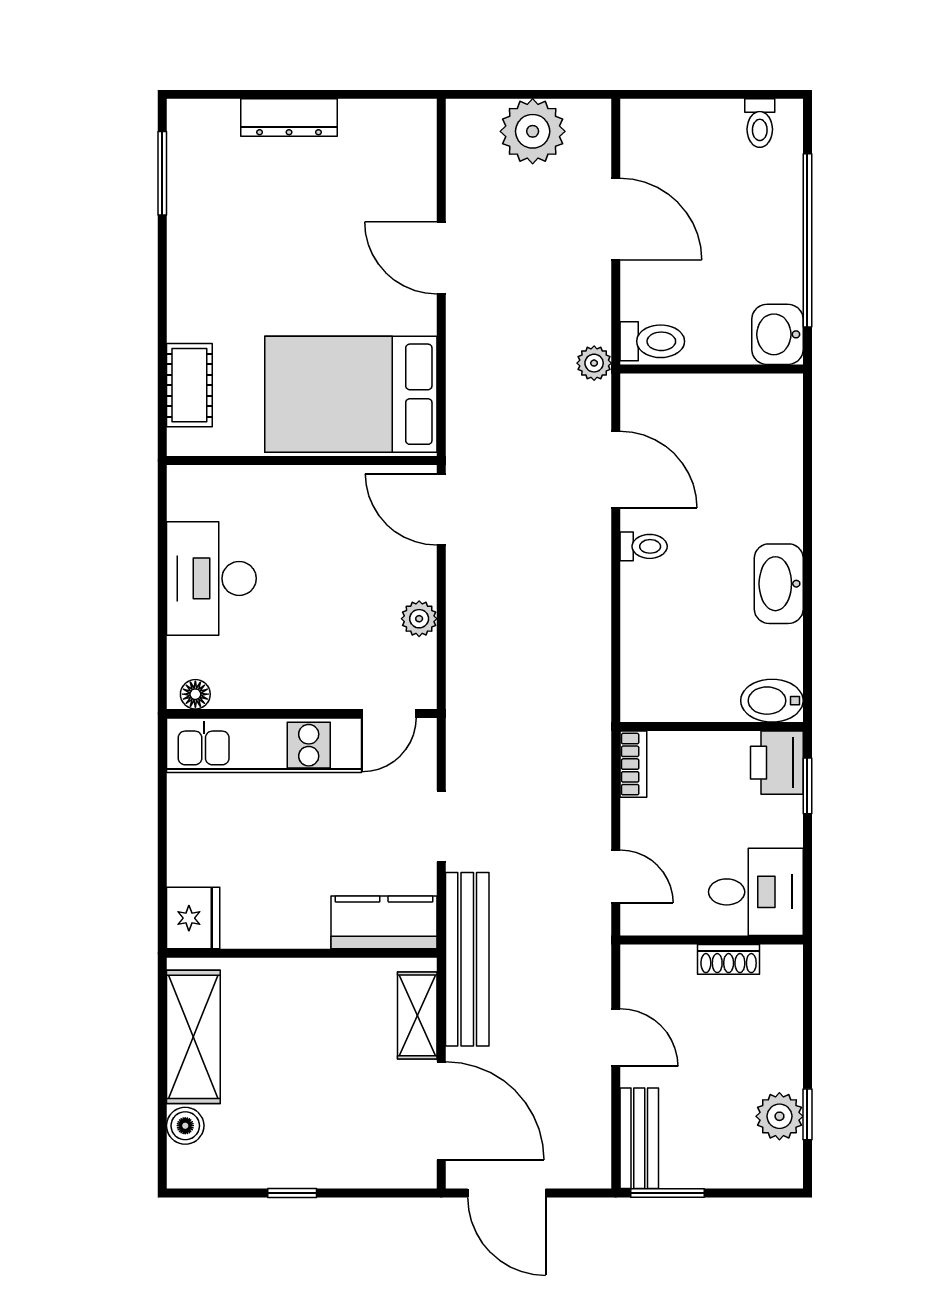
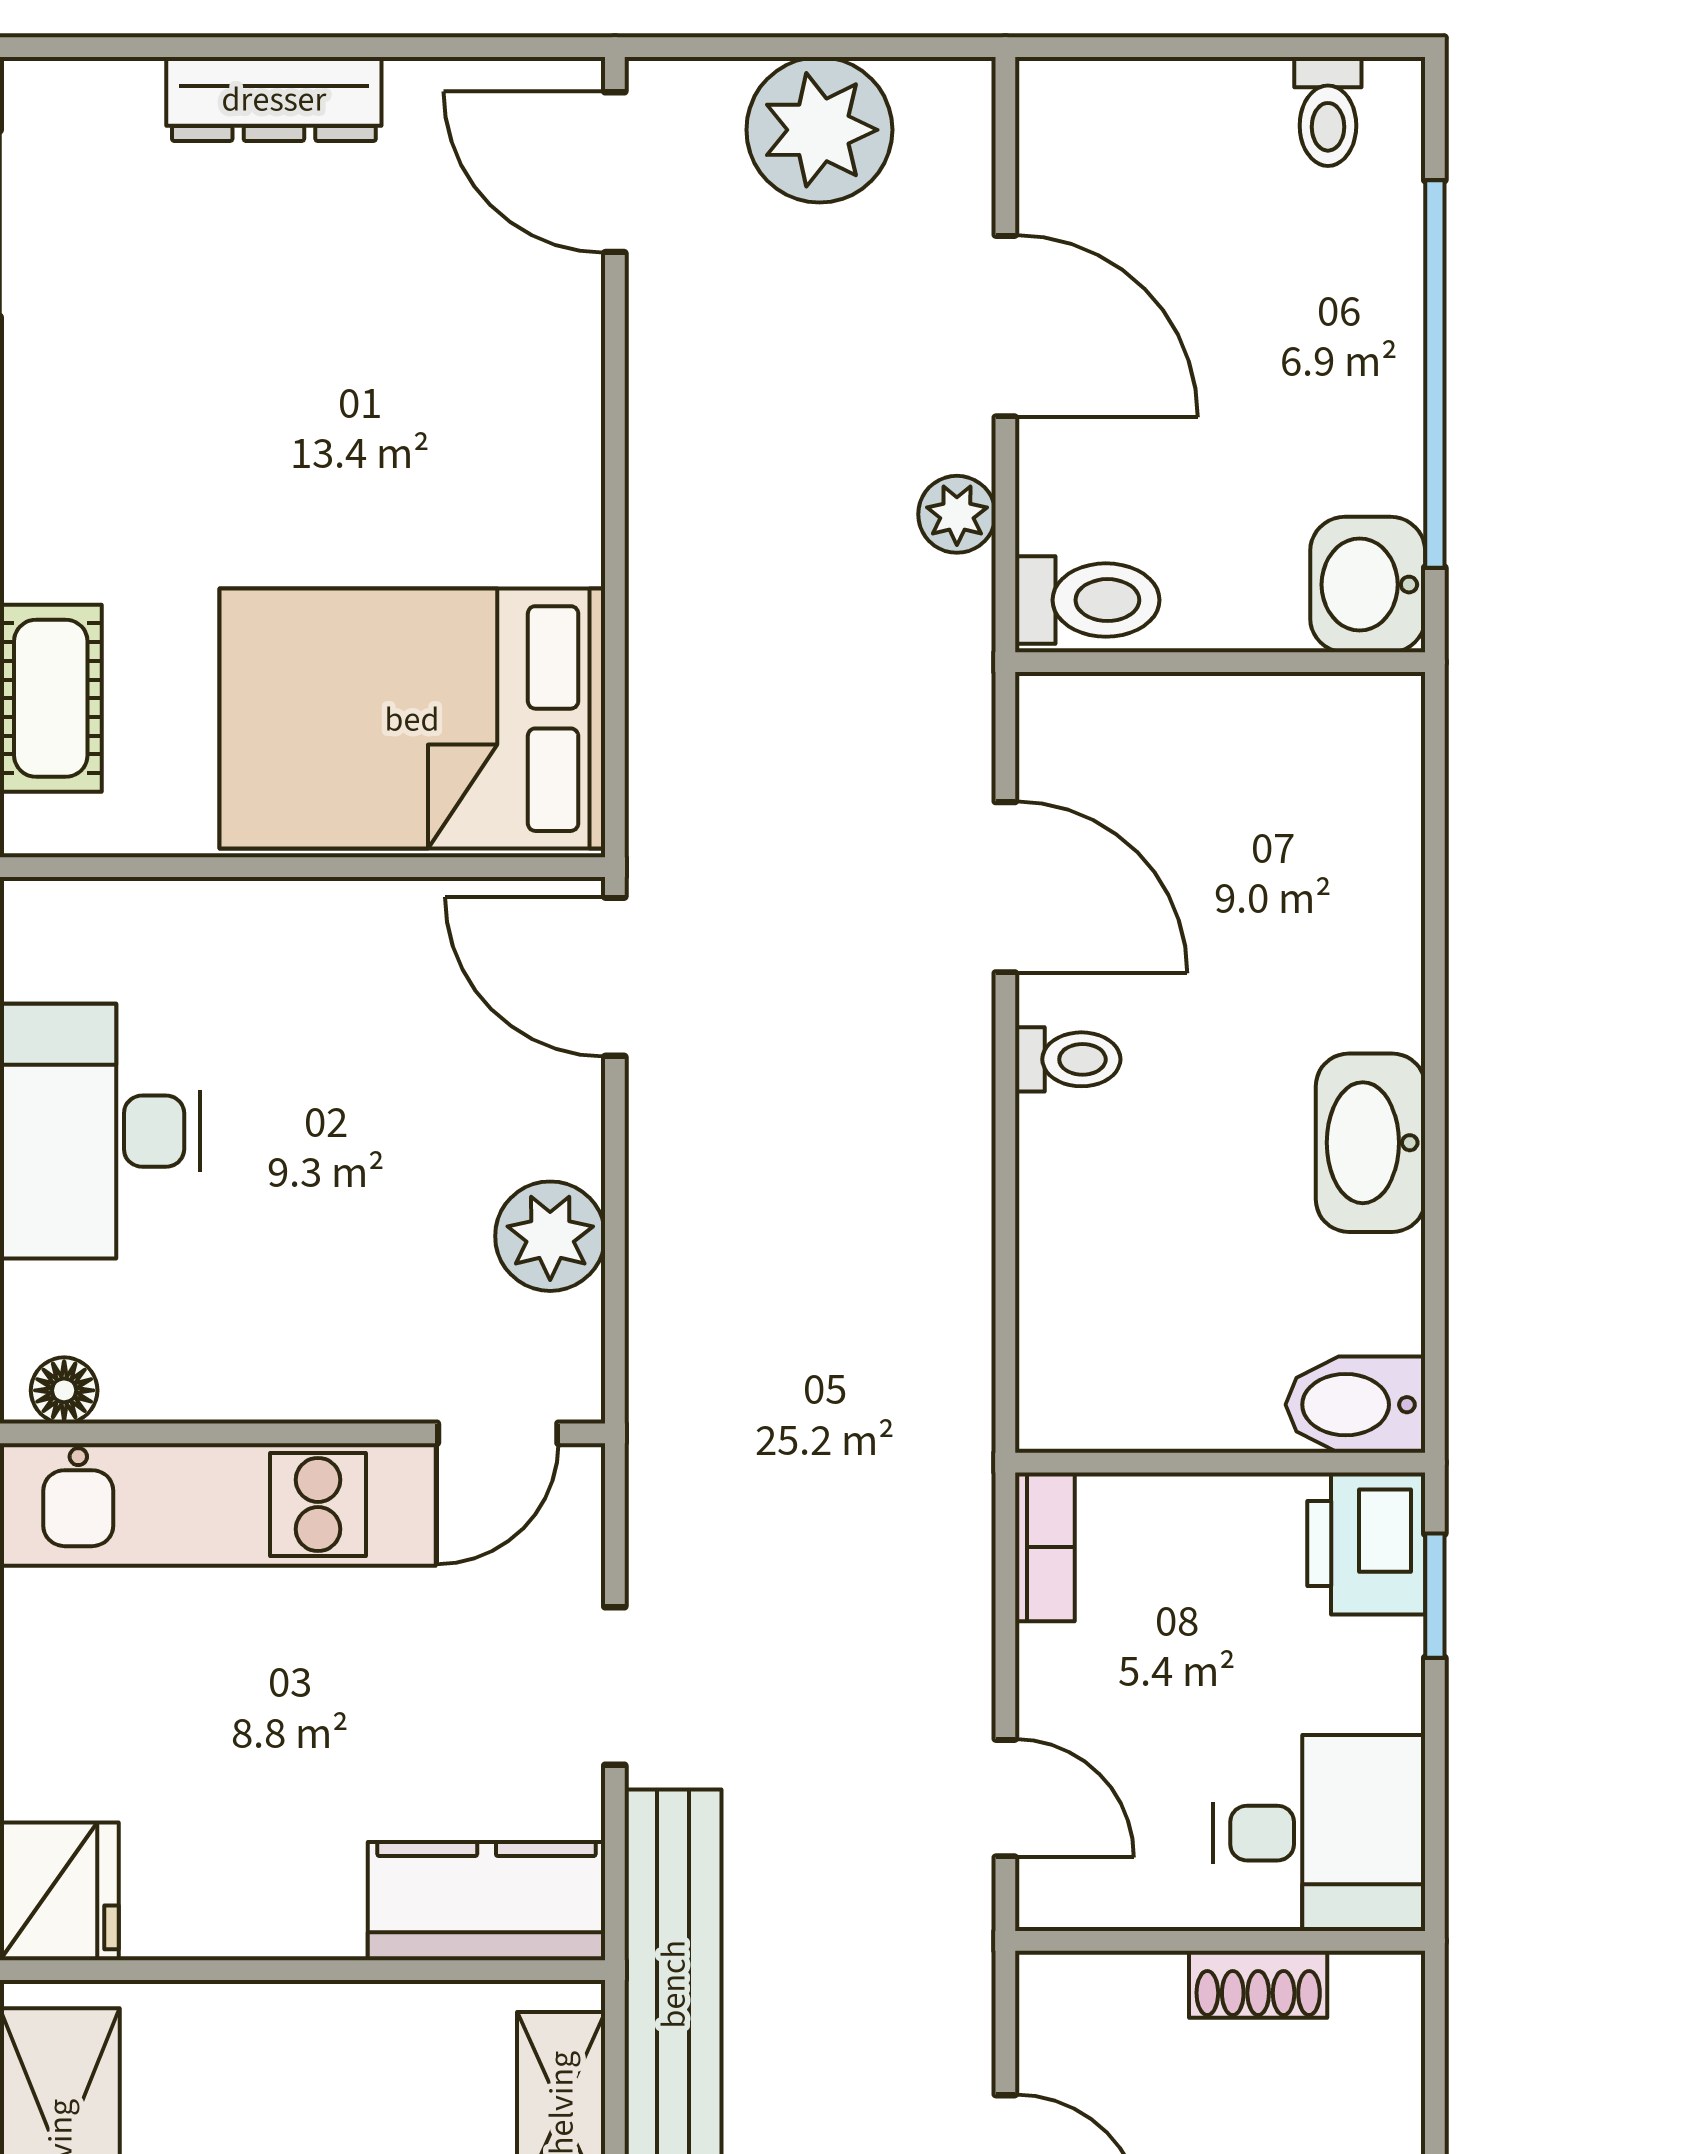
door: (441, 258) -> (615, 172), moved
plant: (594, 363) -> (957, 514), moved
plant: (419, 619) -> (550, 1236), width x1.38, depth x1.38

